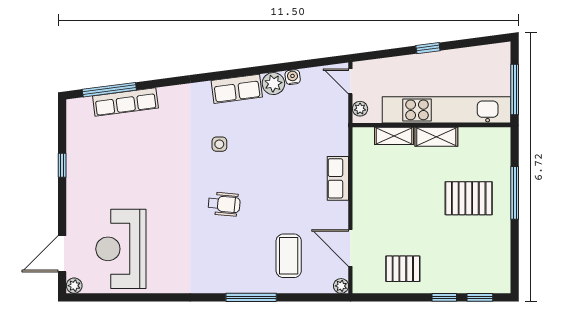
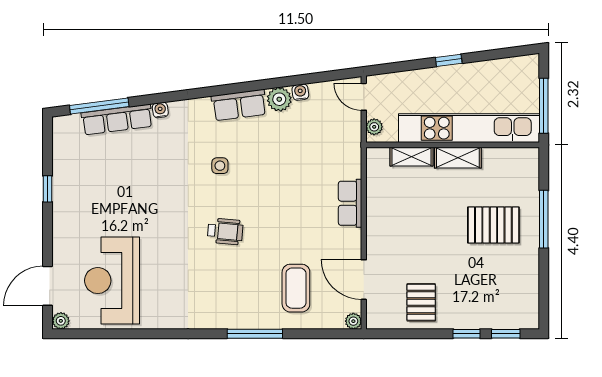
water cooler: (165, 93) -> (160, 110), added
pallet: (403, 269) -> (421, 302), turned 90

